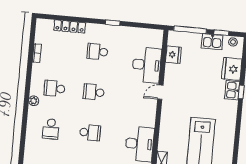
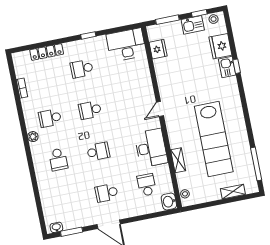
window: (190, 30) -> (167, 20), width x0.69
desk: (147, 65) -> (126, 45), moved, turned -90
door: (160, 92) -> (160, 109), moved

